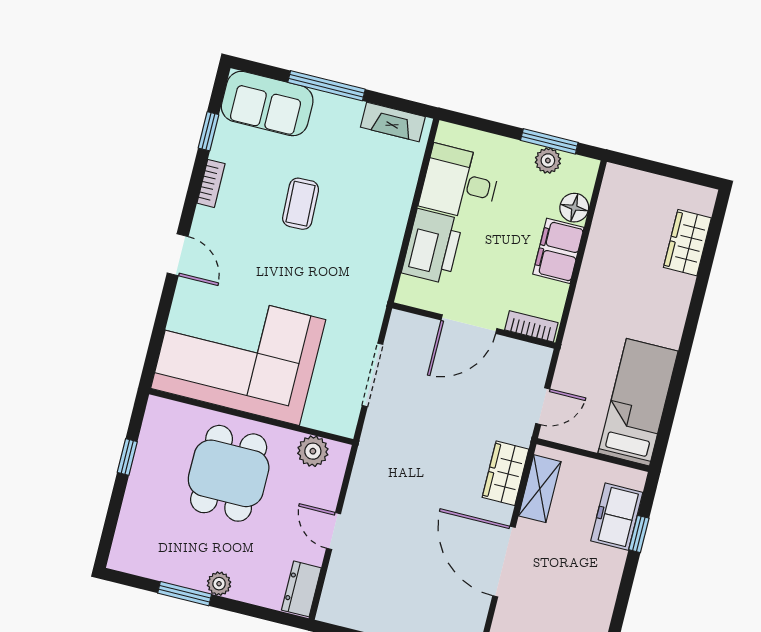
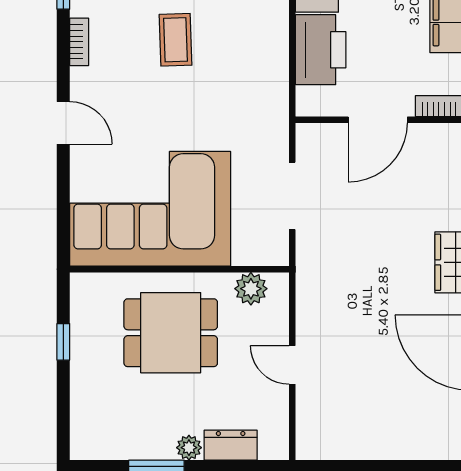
dining table: (229, 473) -> (171, 333), turned 90
dresser: (301, 589) -> (231, 445), moved, turned 90

